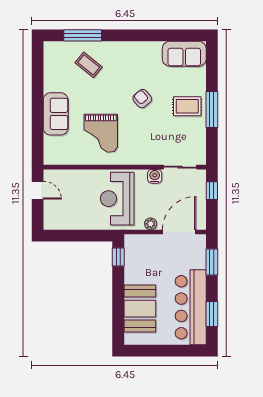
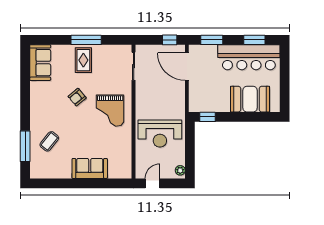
grand piano: (101, 133) -> (110, 111), moved, turned 90
water cooler: (155, 176) -> (141, 87), removed
window: (212, 191) -> (170, 40), moved
reception desk: (117, 199) -> (160, 134), moved
plant: (151, 224) -> (180, 170), moved

